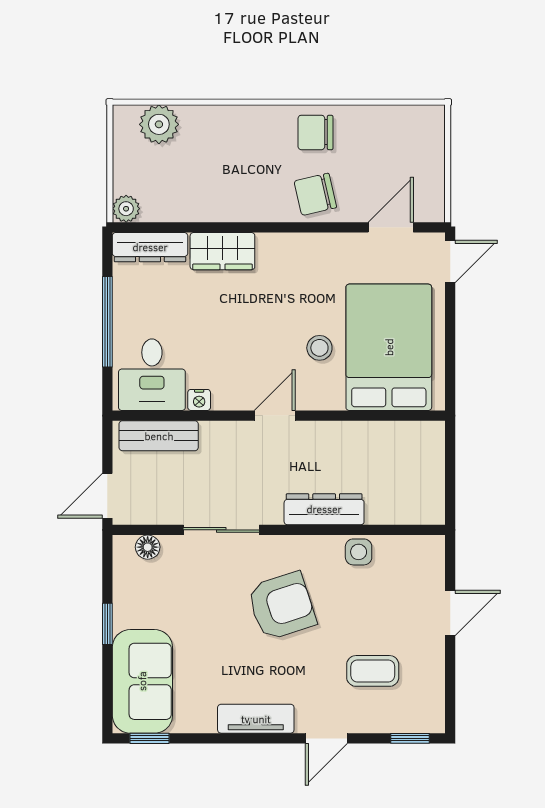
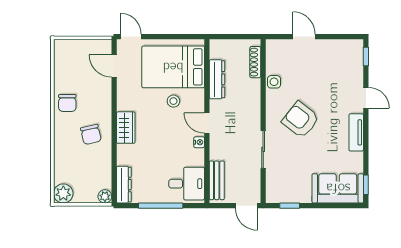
plant: (159, 124) -> (63, 193), moved
chair: (315, 194) -> (91, 134), moved
wardrobe: (222, 251) -> (126, 128), moved
nightstand: (199, 400) -> (199, 142), moved
dresser: (324, 509) -> (217, 79), moved, turned 180
shoe rack: (399, 514) -> (255, 62), added
floor lamp: (148, 547) -> (272, 186), removed
armchair: (282, 606) -> (301, 120), turned -34
window: (107, 624) -> (290, 206), moved
coffee table: (373, 671) -> (333, 75), removed

